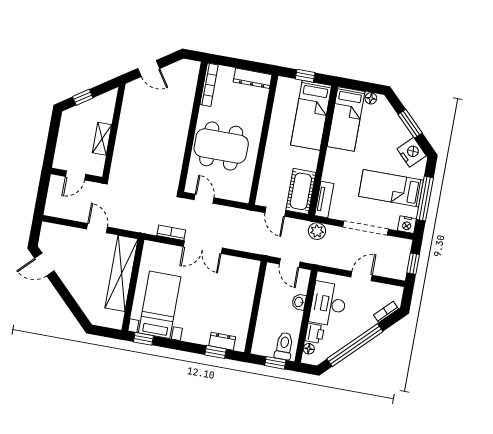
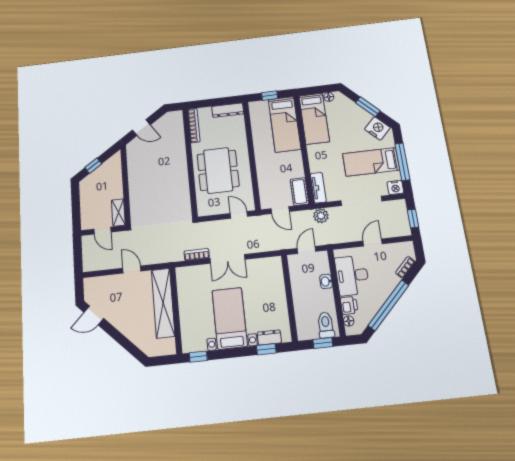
shelving: (102, 139) -> (118, 213), moved
dining table: (221, 146) -> (218, 170), turned 90
door: (76, 175) -> (102, 231), hinge flipped
cot: (301, 191) -> (299, 192), width x0.73, depth x0.75
door: (204, 199) -> (239, 215), moved
door: (290, 263) -> (307, 250), swing flipped
bed with nightstands: (160, 305) -> (230, 318), moved

